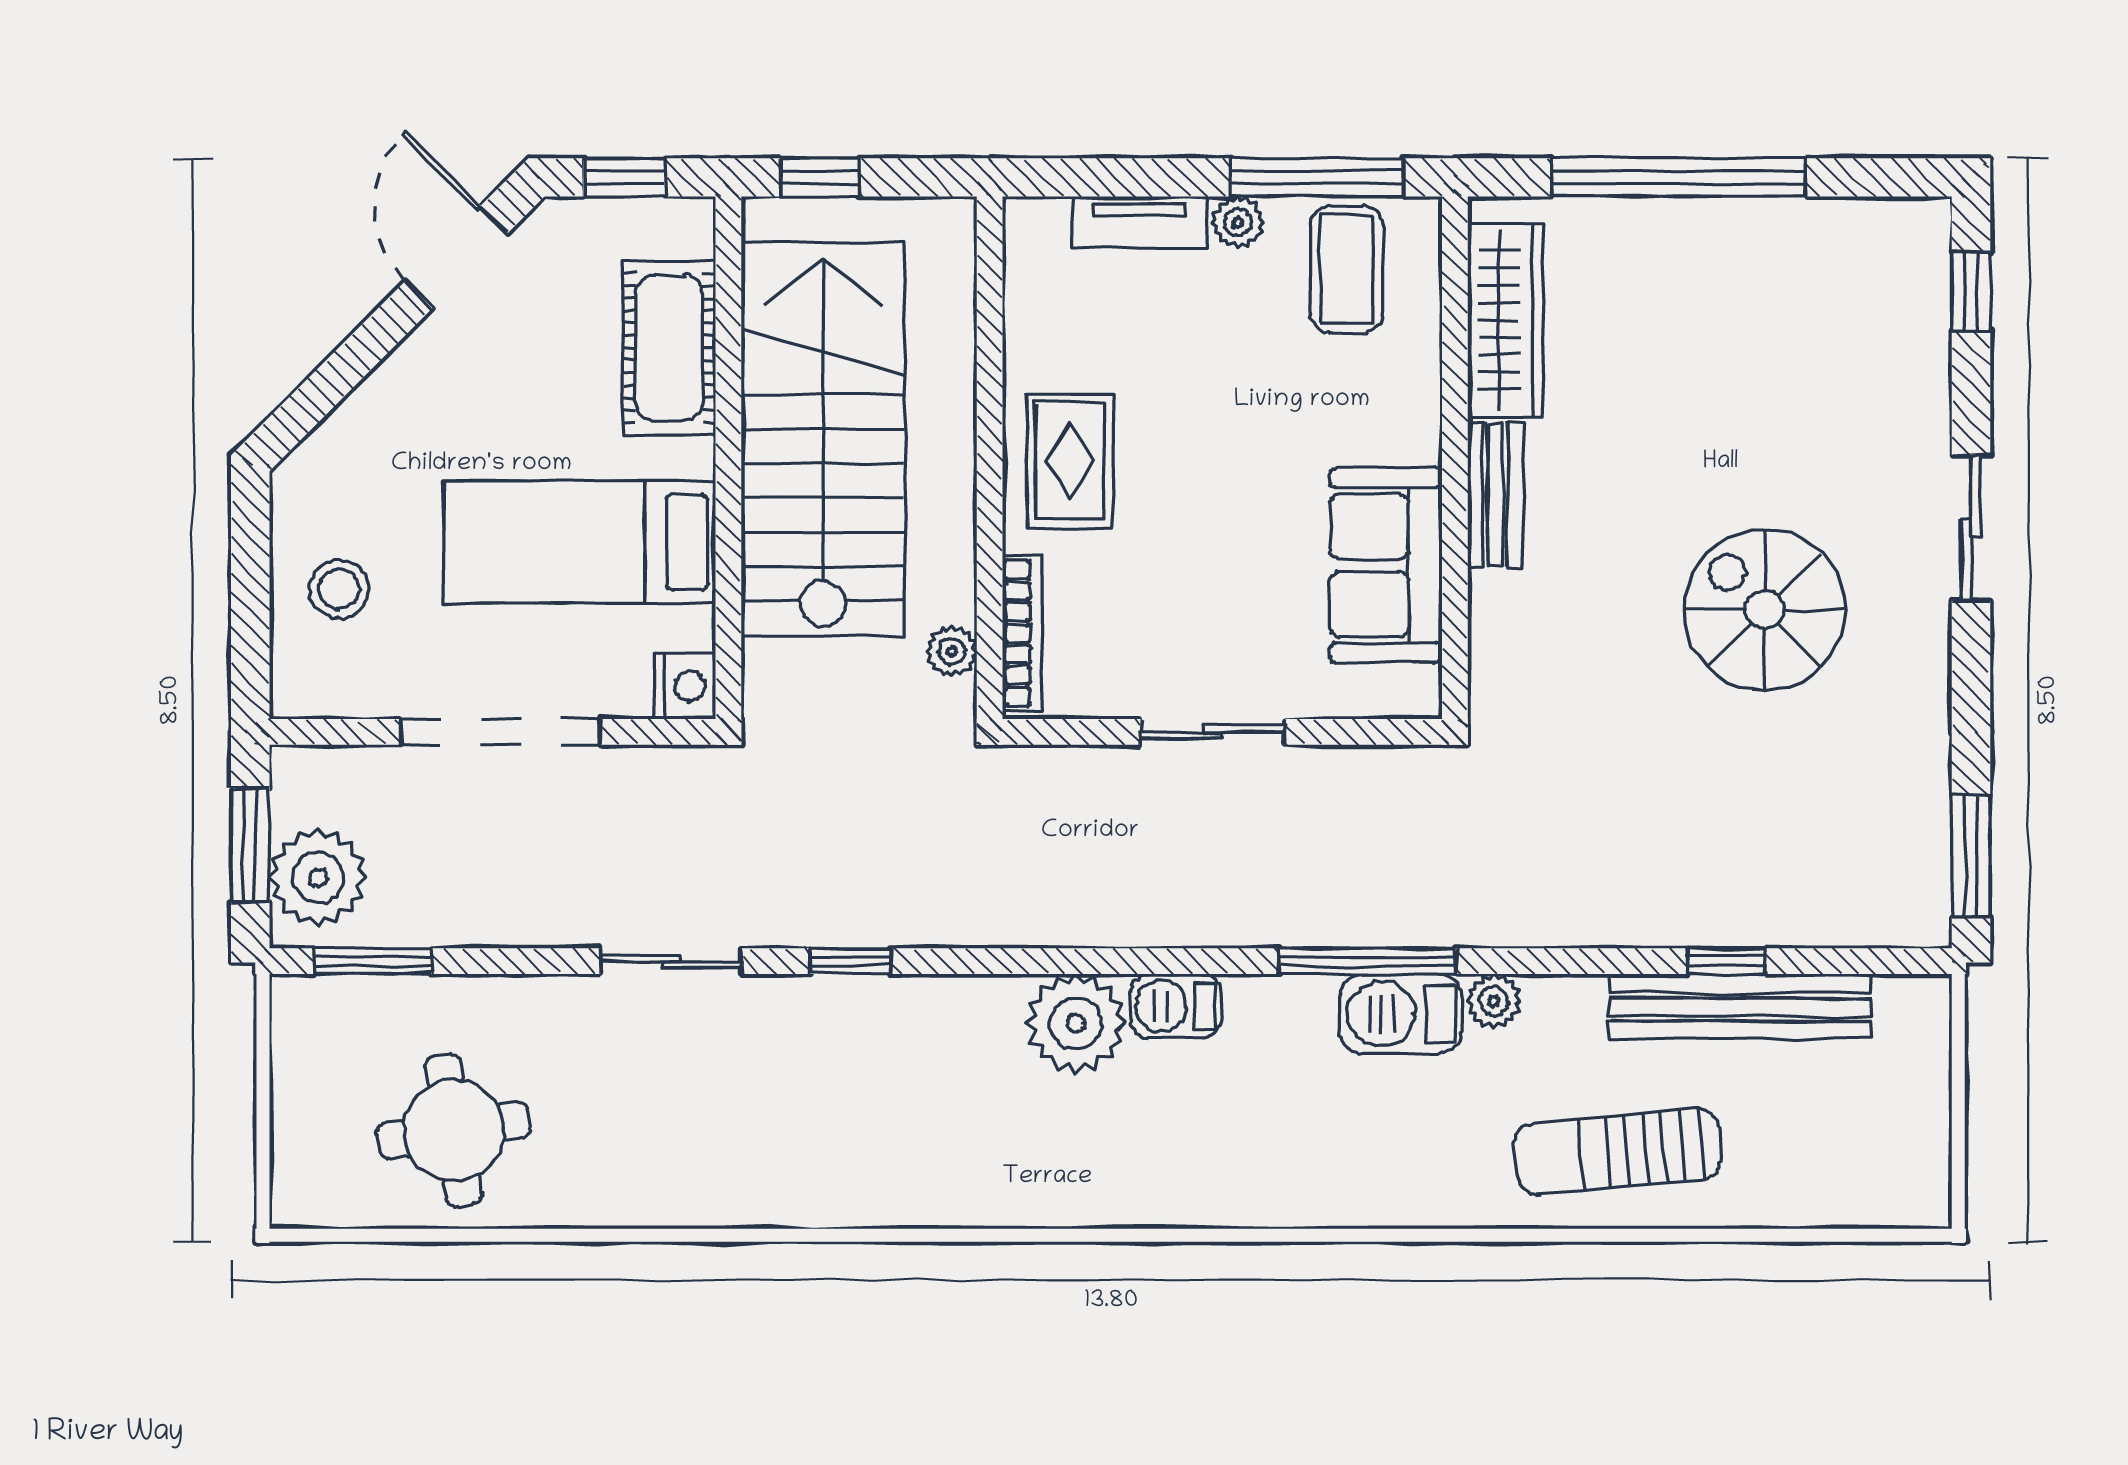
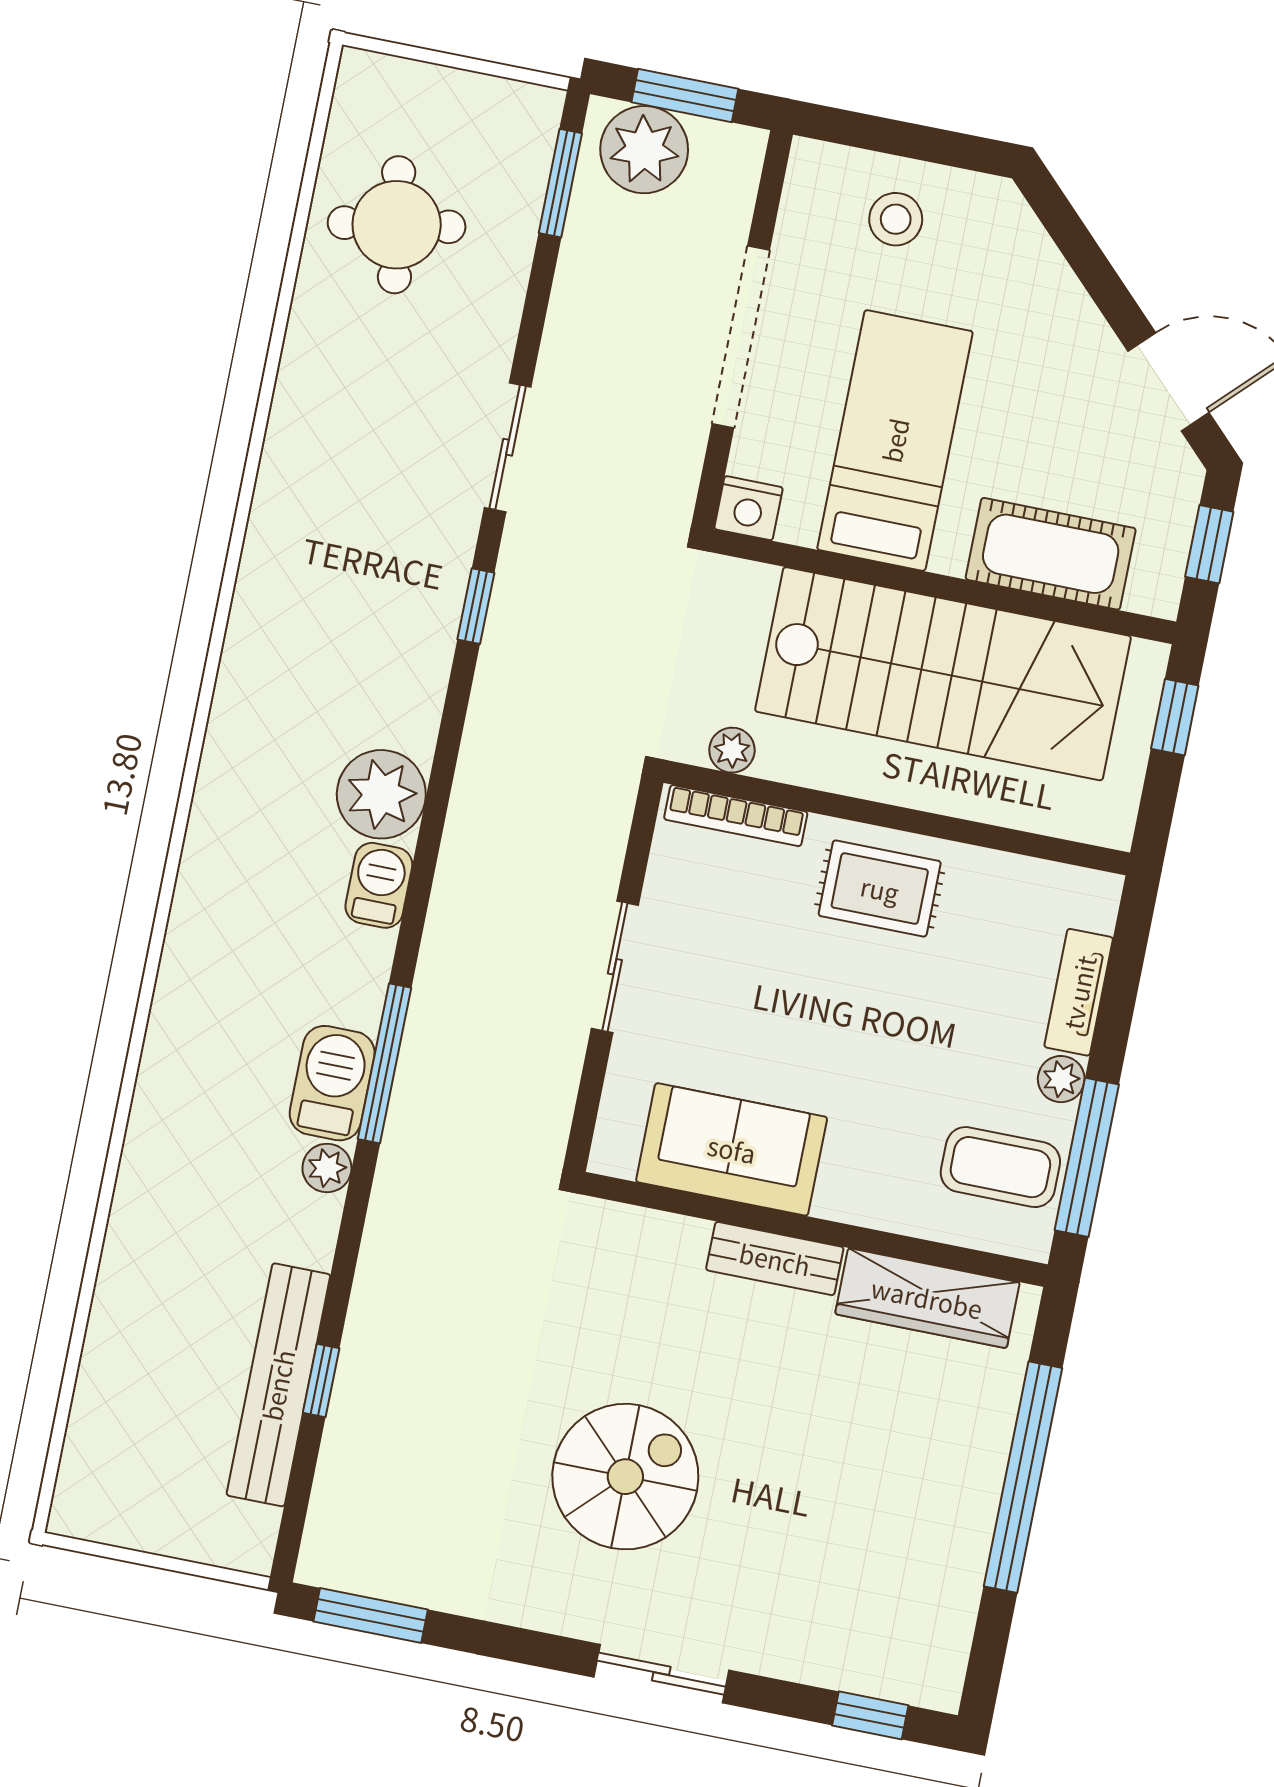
sun lounger: (1618, 1151) -> (172, 1251), removed

